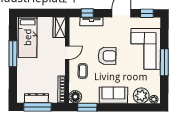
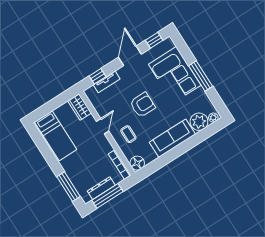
window: (13, 54) -> (68, 187), moved
sofa: (113, 95) -> (172, 138), width x1.36
window: (87, 107) -> (155, 166), removed

